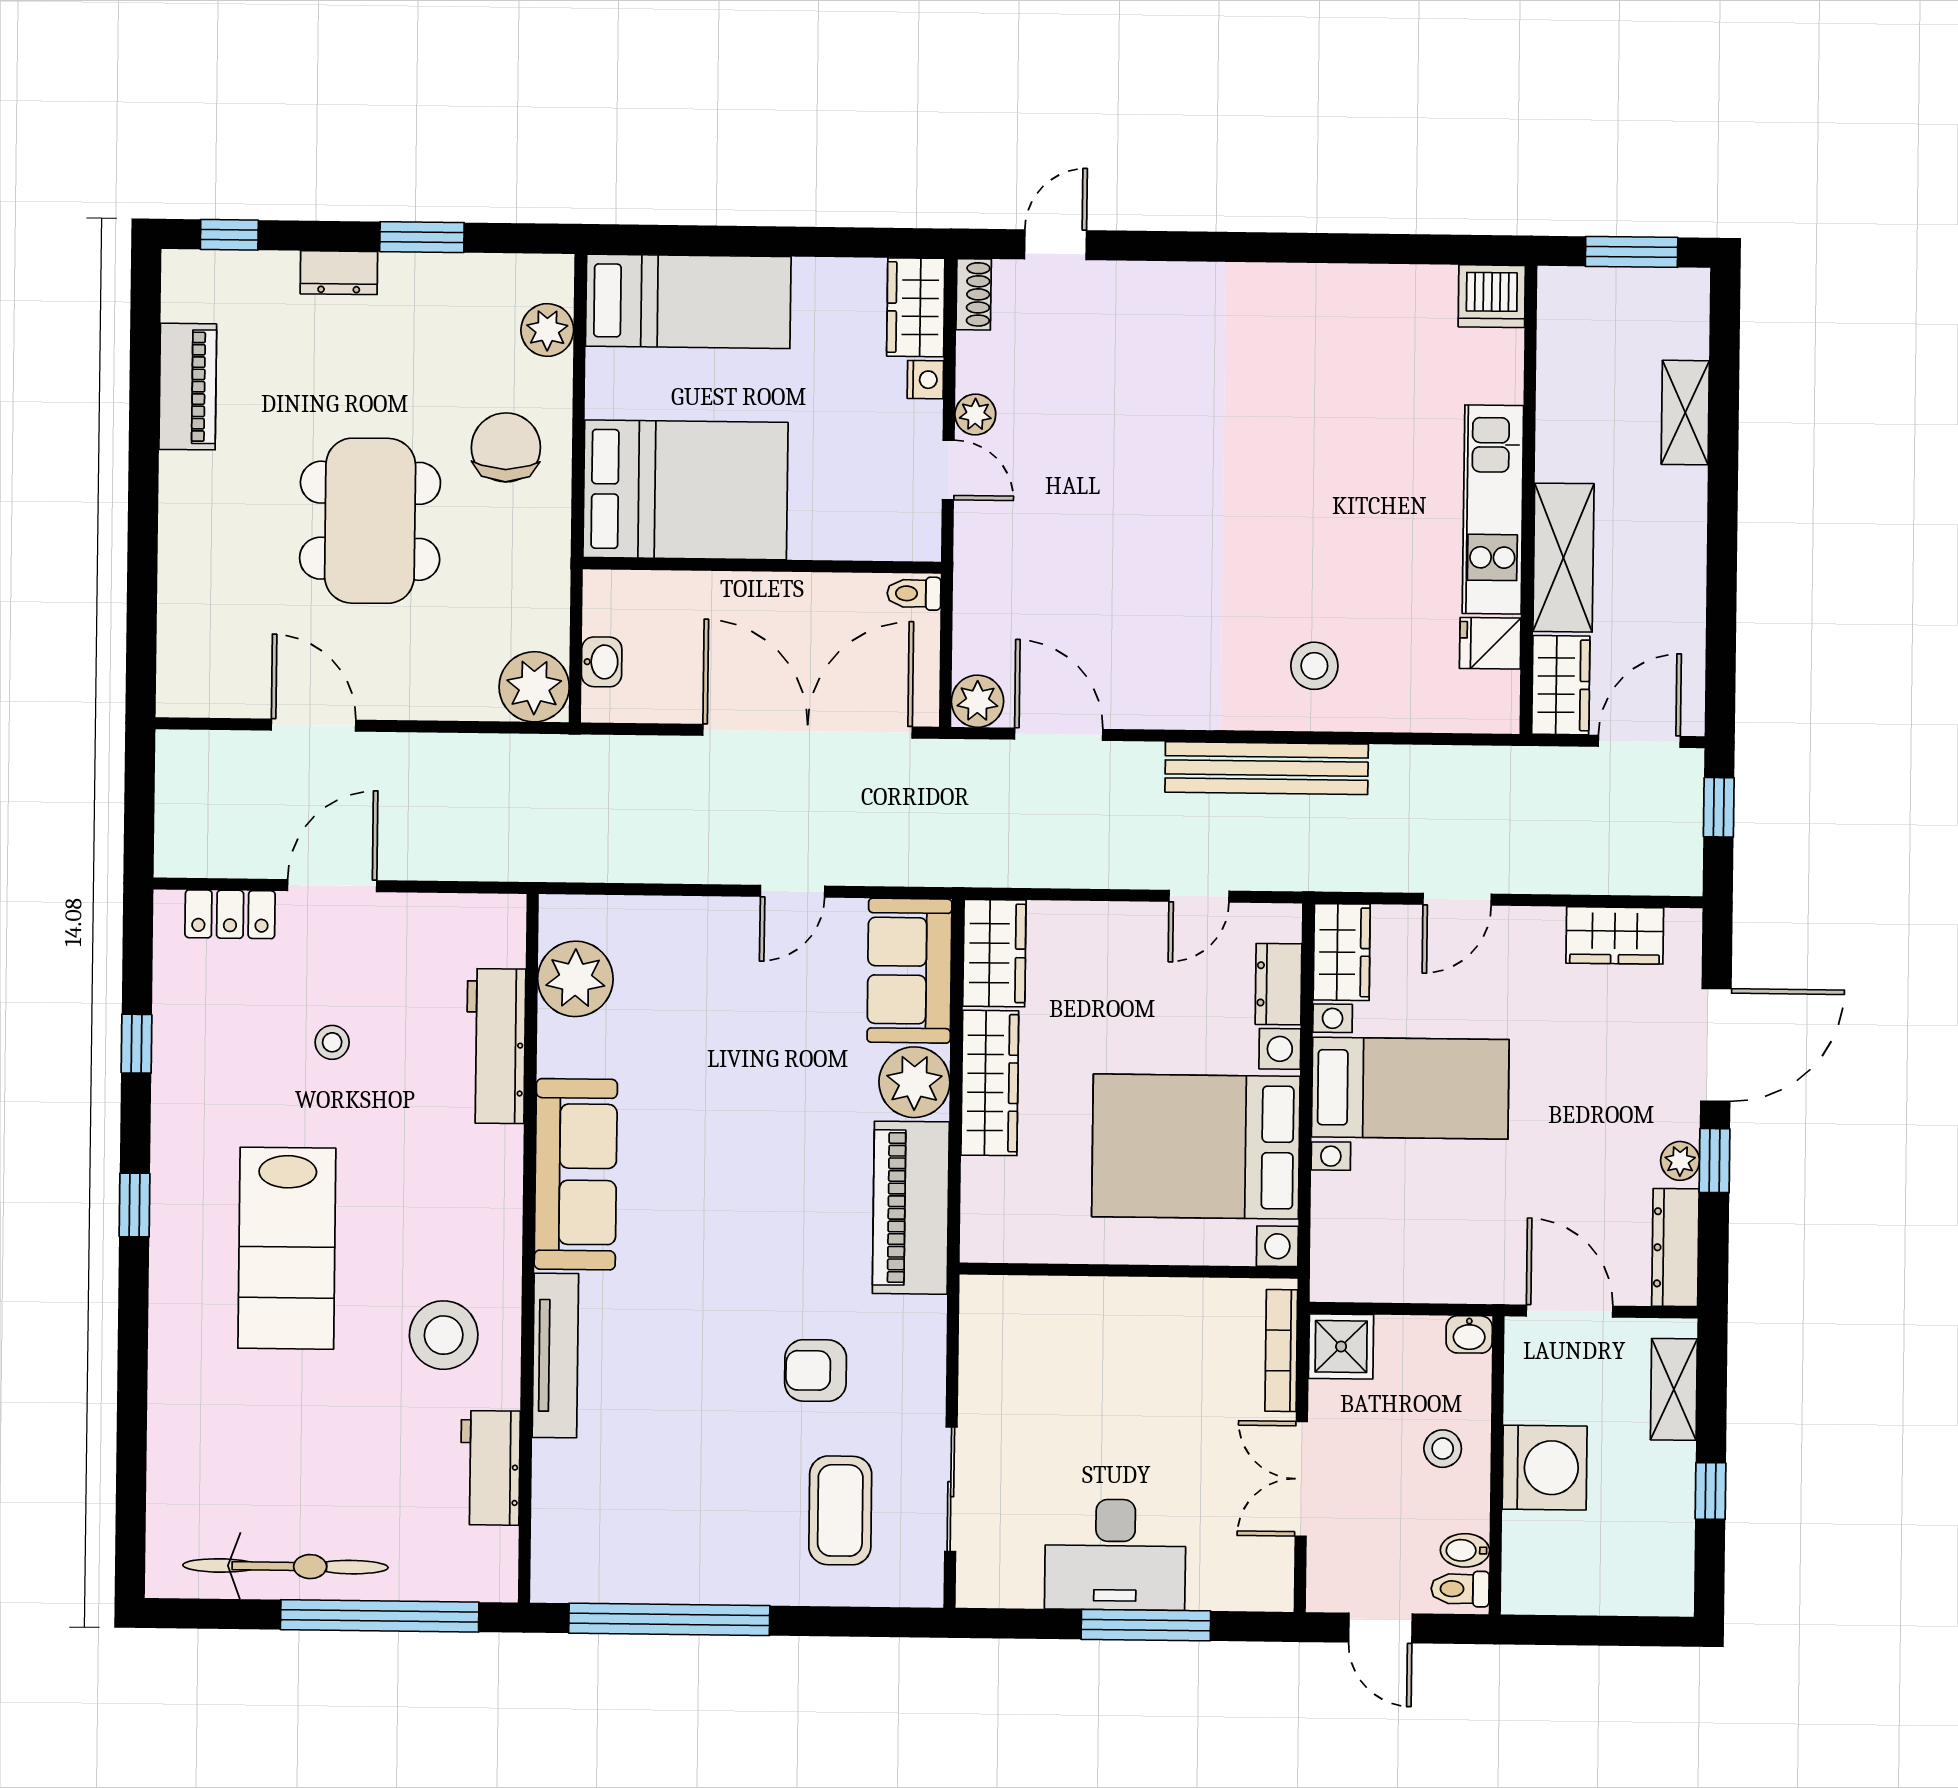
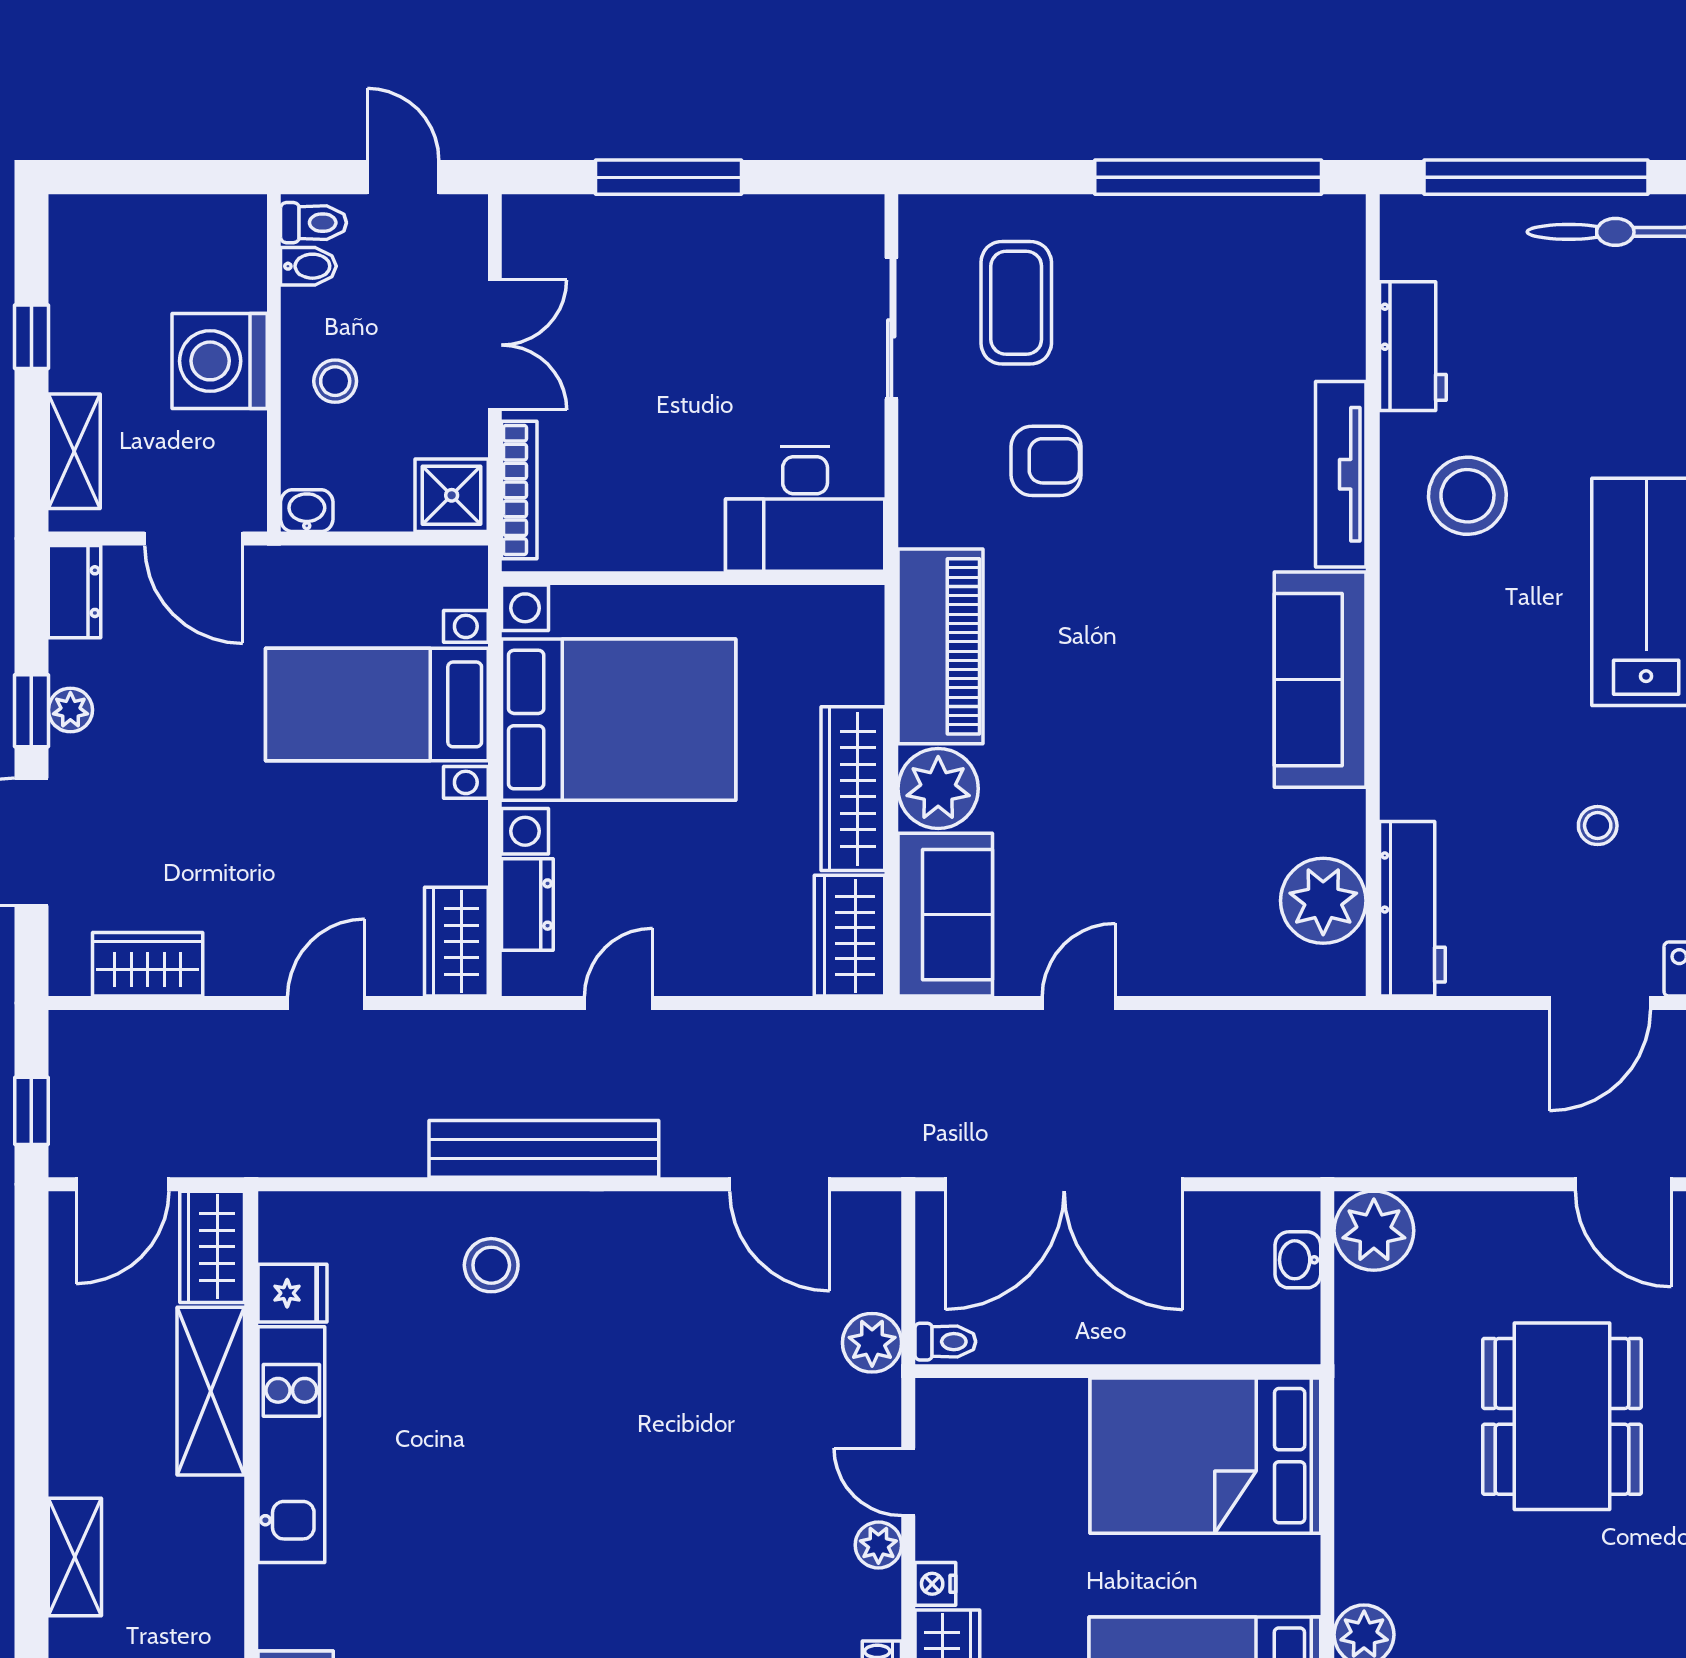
chair: (506, 447) -> (1409, 1501), removed
plant: (977, 701) -> (872, 1343), moved
workbench: (496, 1046) -> (1412, 909), moved
bed with nightstands: (1410, 1088) -> (377, 704), moved
dresser: (1675, 1247) -> (75, 592), width x0.70
desk: (1115, 1555) -> (805, 509), moved, turned 180

